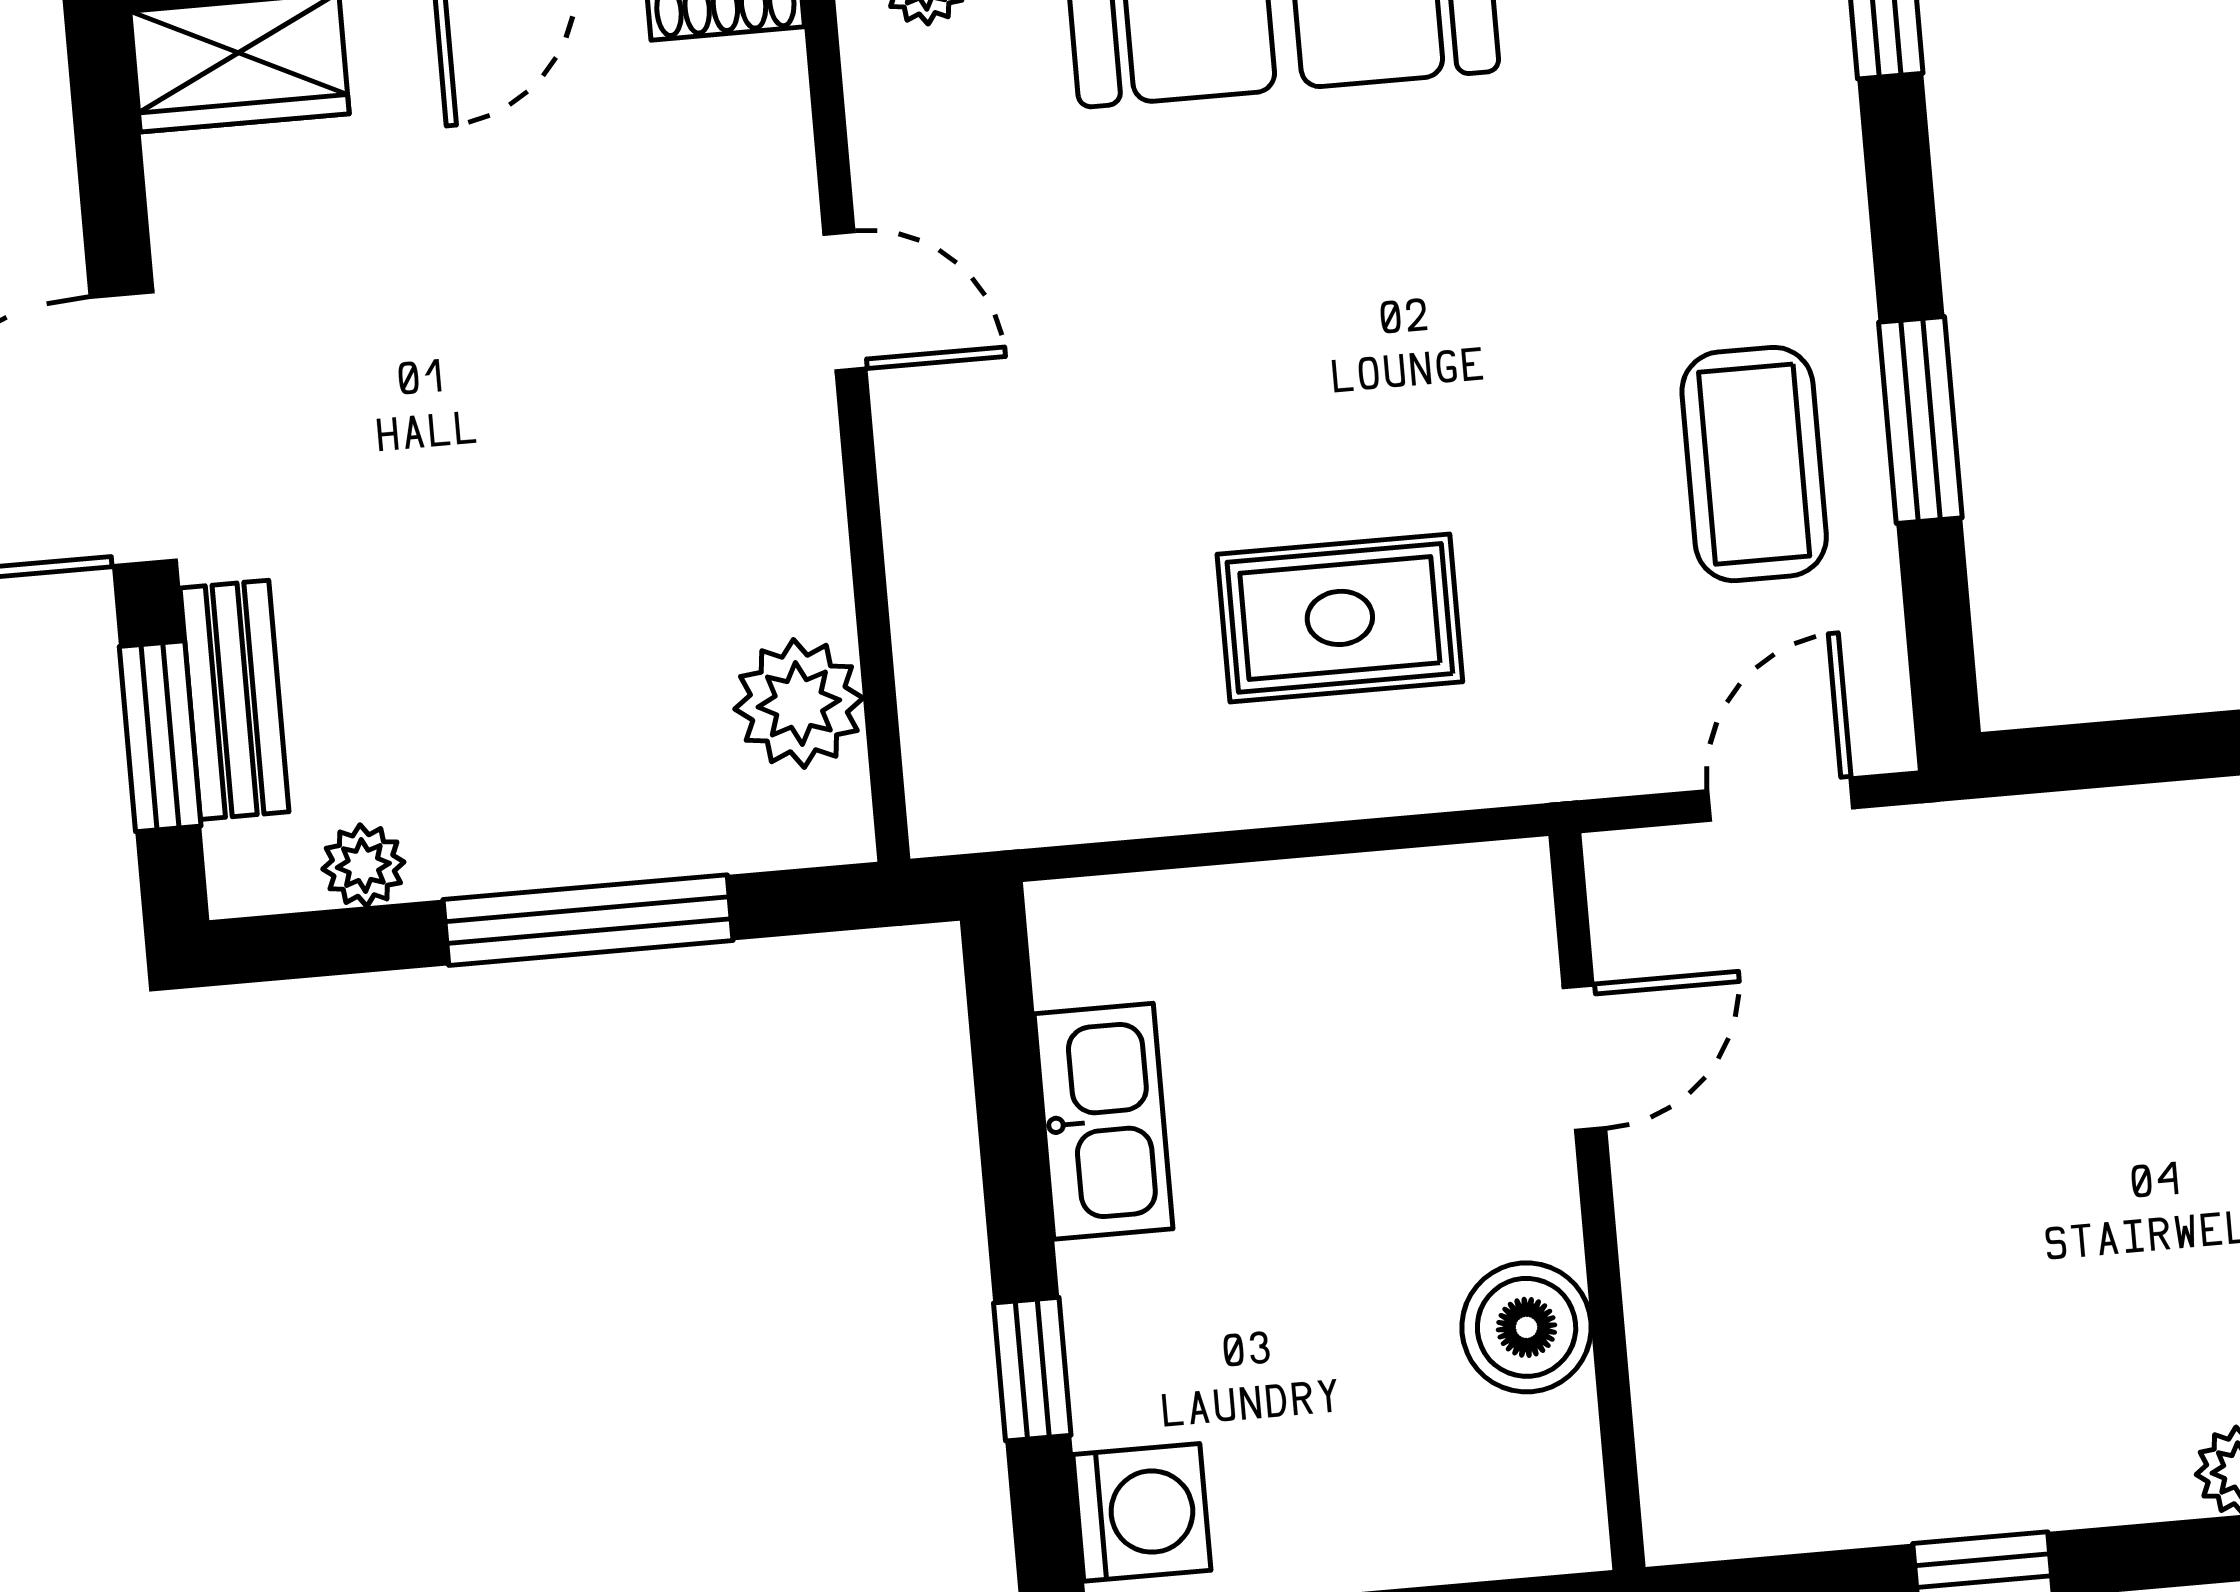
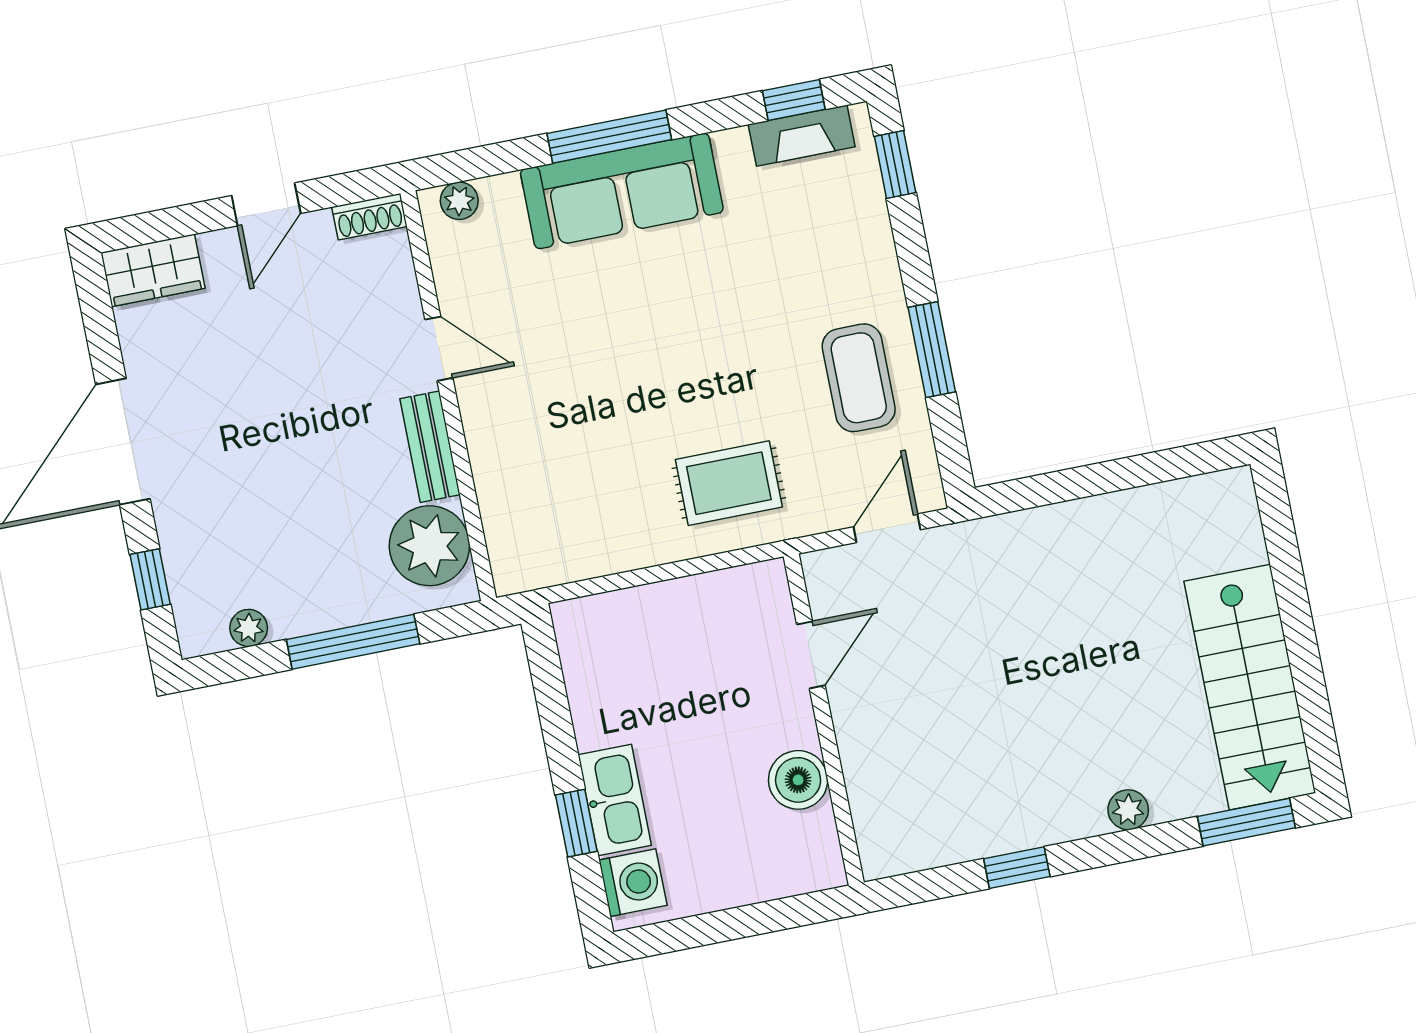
rug: (1340, 618) -> (729, 483), moved
bench: (235, 700) -> (430, 447), moved
plant: (799, 704) -> (429, 546), width x1.36, depth x1.36
window: (160, 736) -> (150, 579), width x0.67
kitchen sink: (1104, 1121) -> (615, 800), moved

